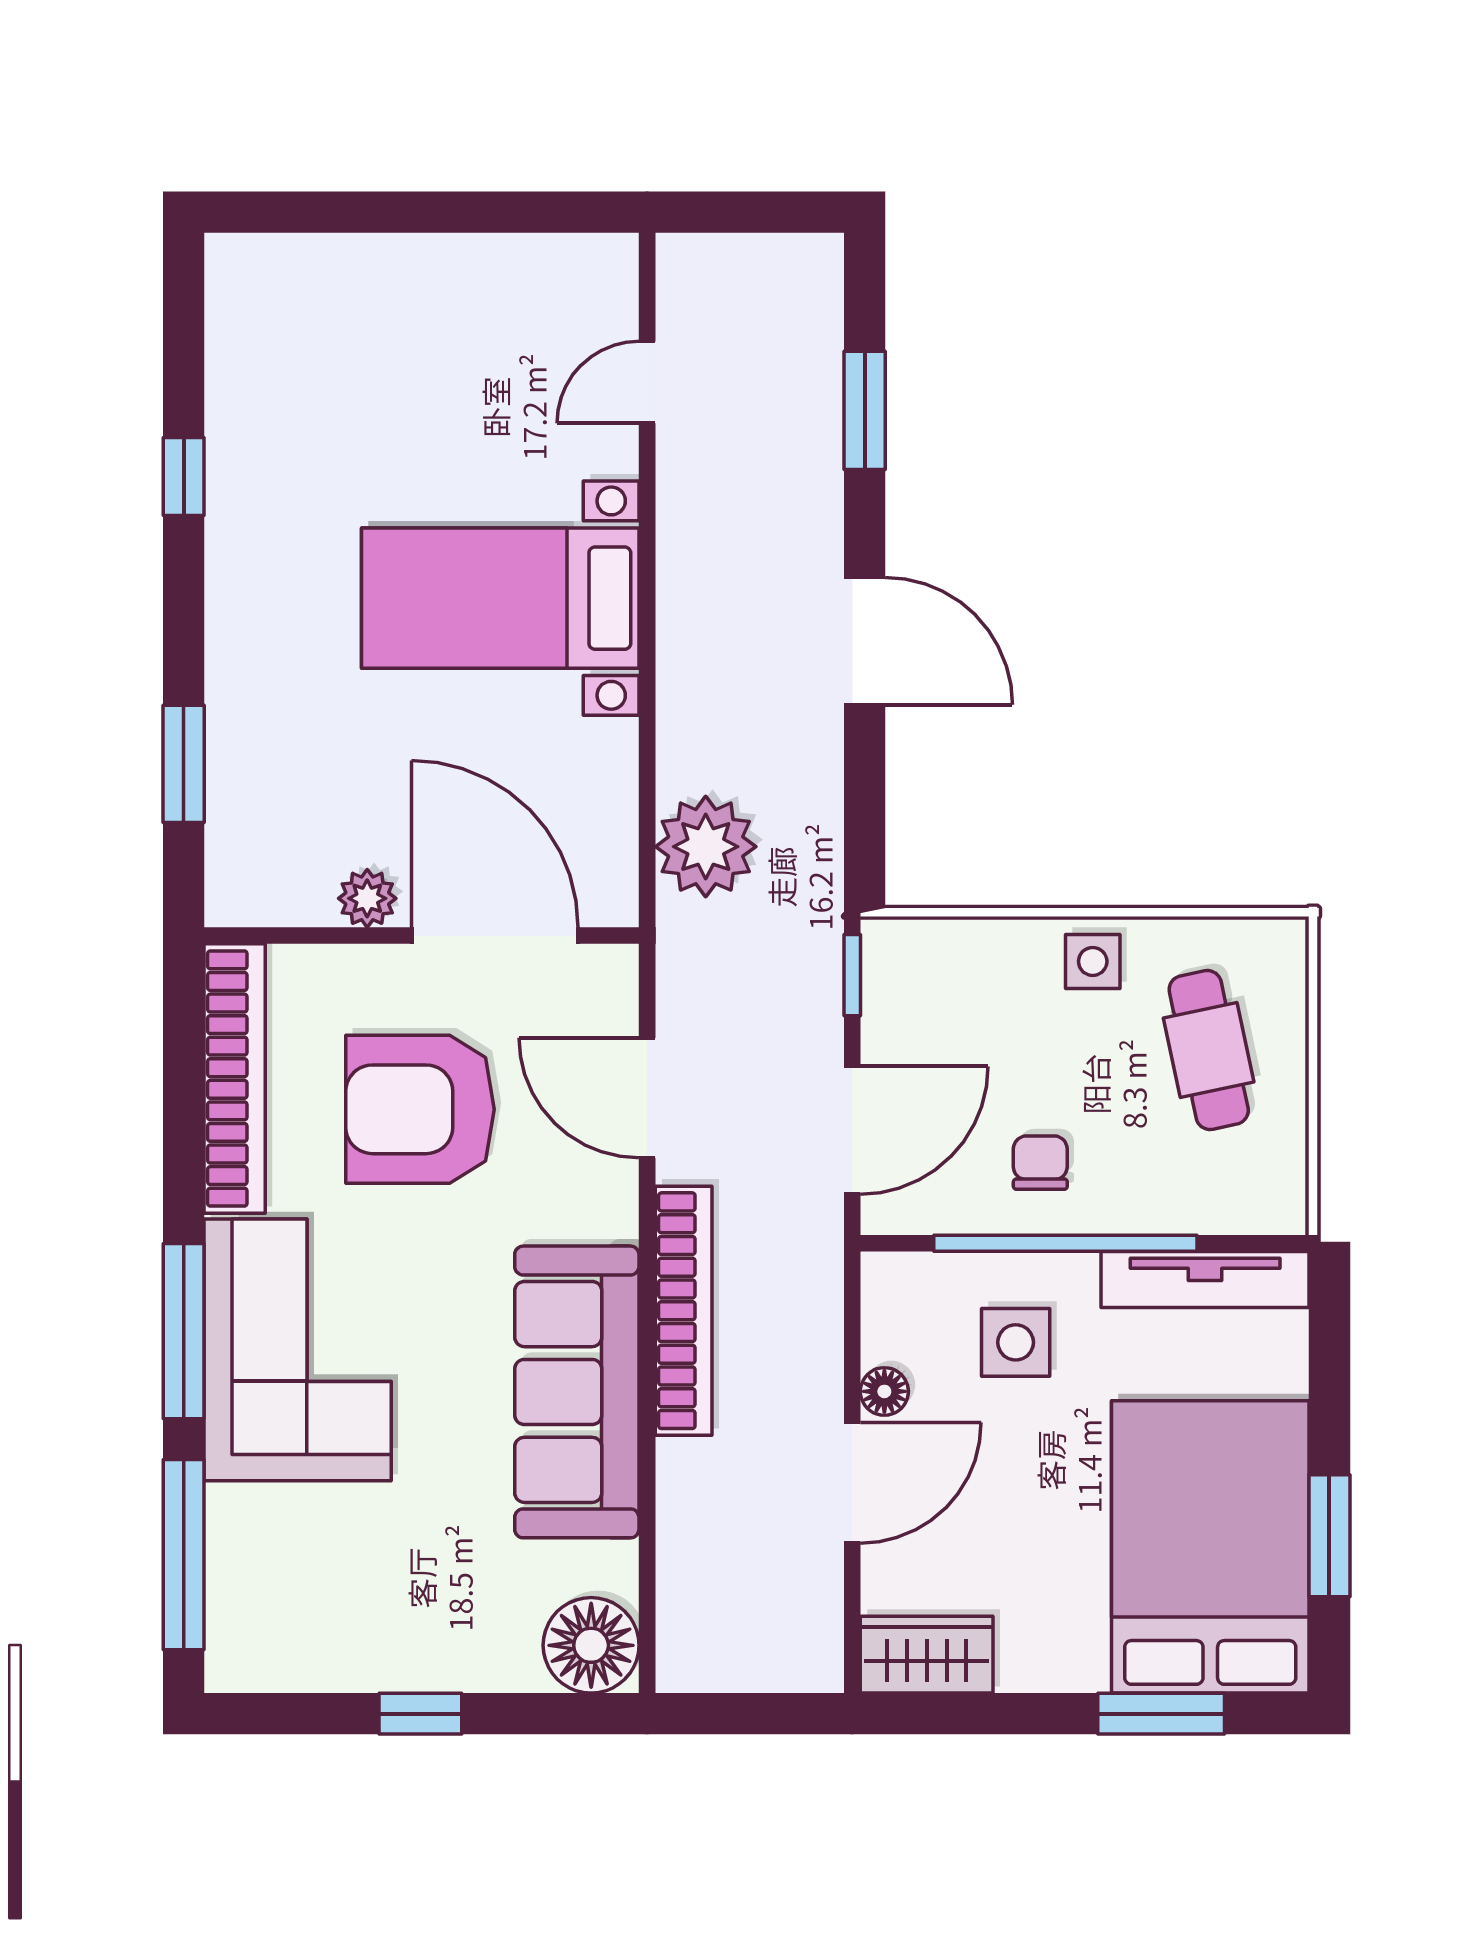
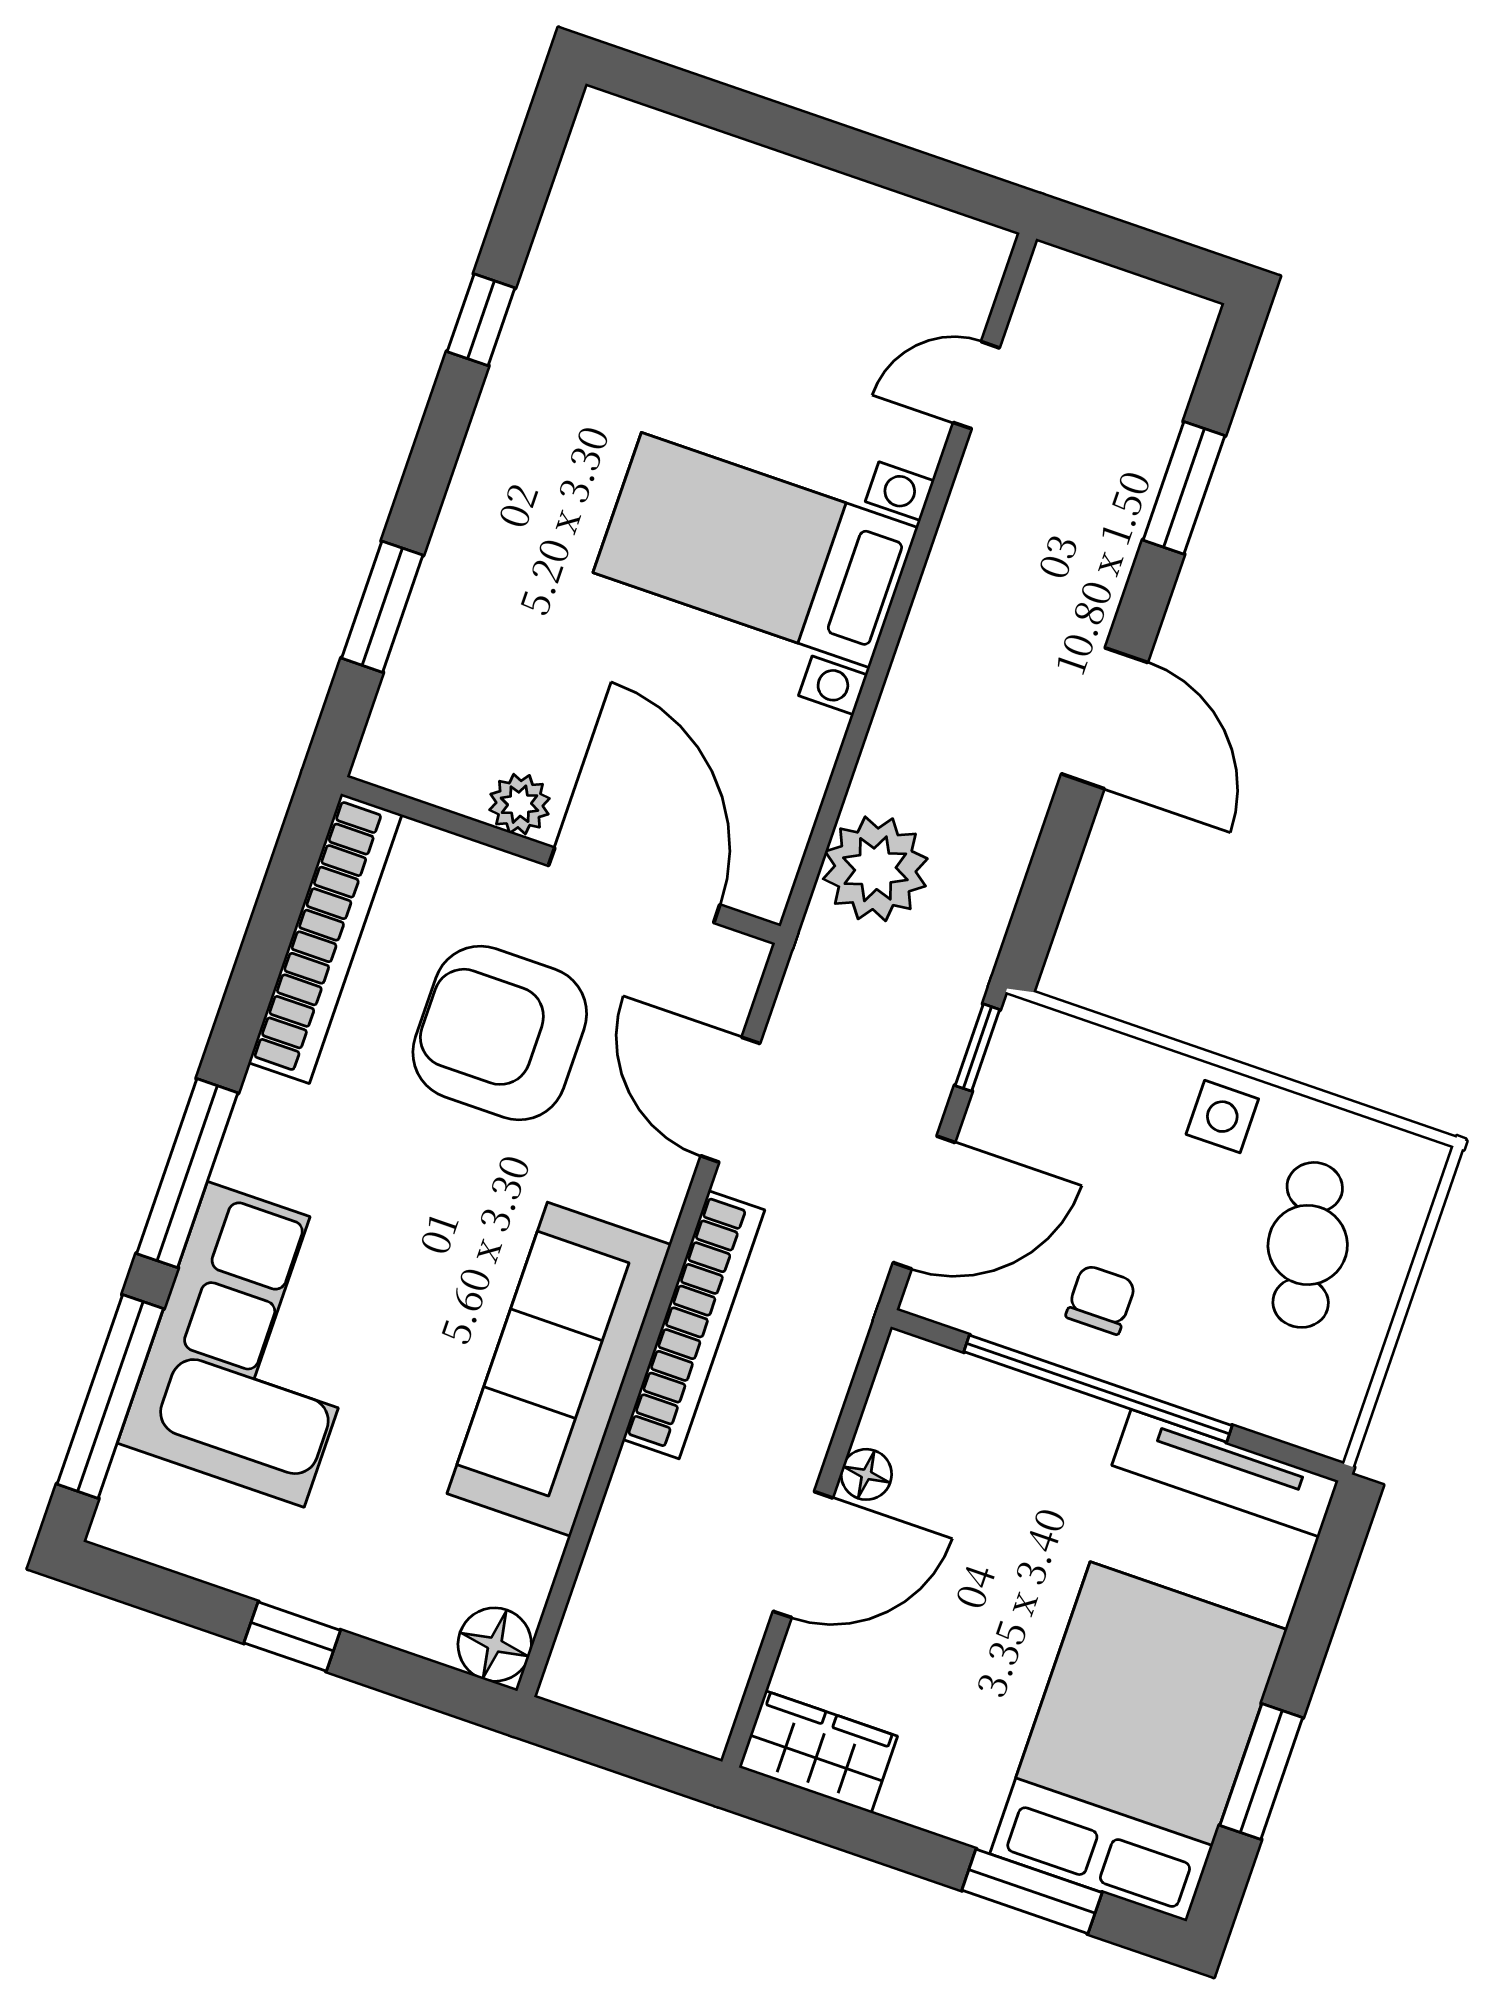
side table: (1016, 1342) -> (1014, 1471), removed
corner sofa: (298, 1350) -> (256, 1344), moved
floor lamp: (591, 1645) -> (495, 1645), width x0.73, depth x0.73

